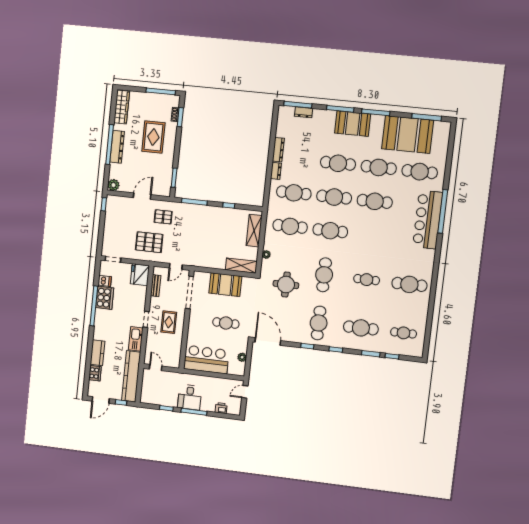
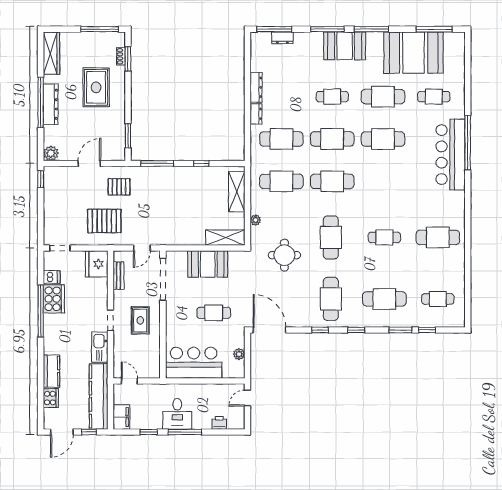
cafe table: (338, 163) -> (332, 97), width x0.73, depth x0.74
cafe table: (420, 172) -> (434, 97), width x0.73, depth x0.74
filing cabinet: (147, 394) -> (121, 417), added

